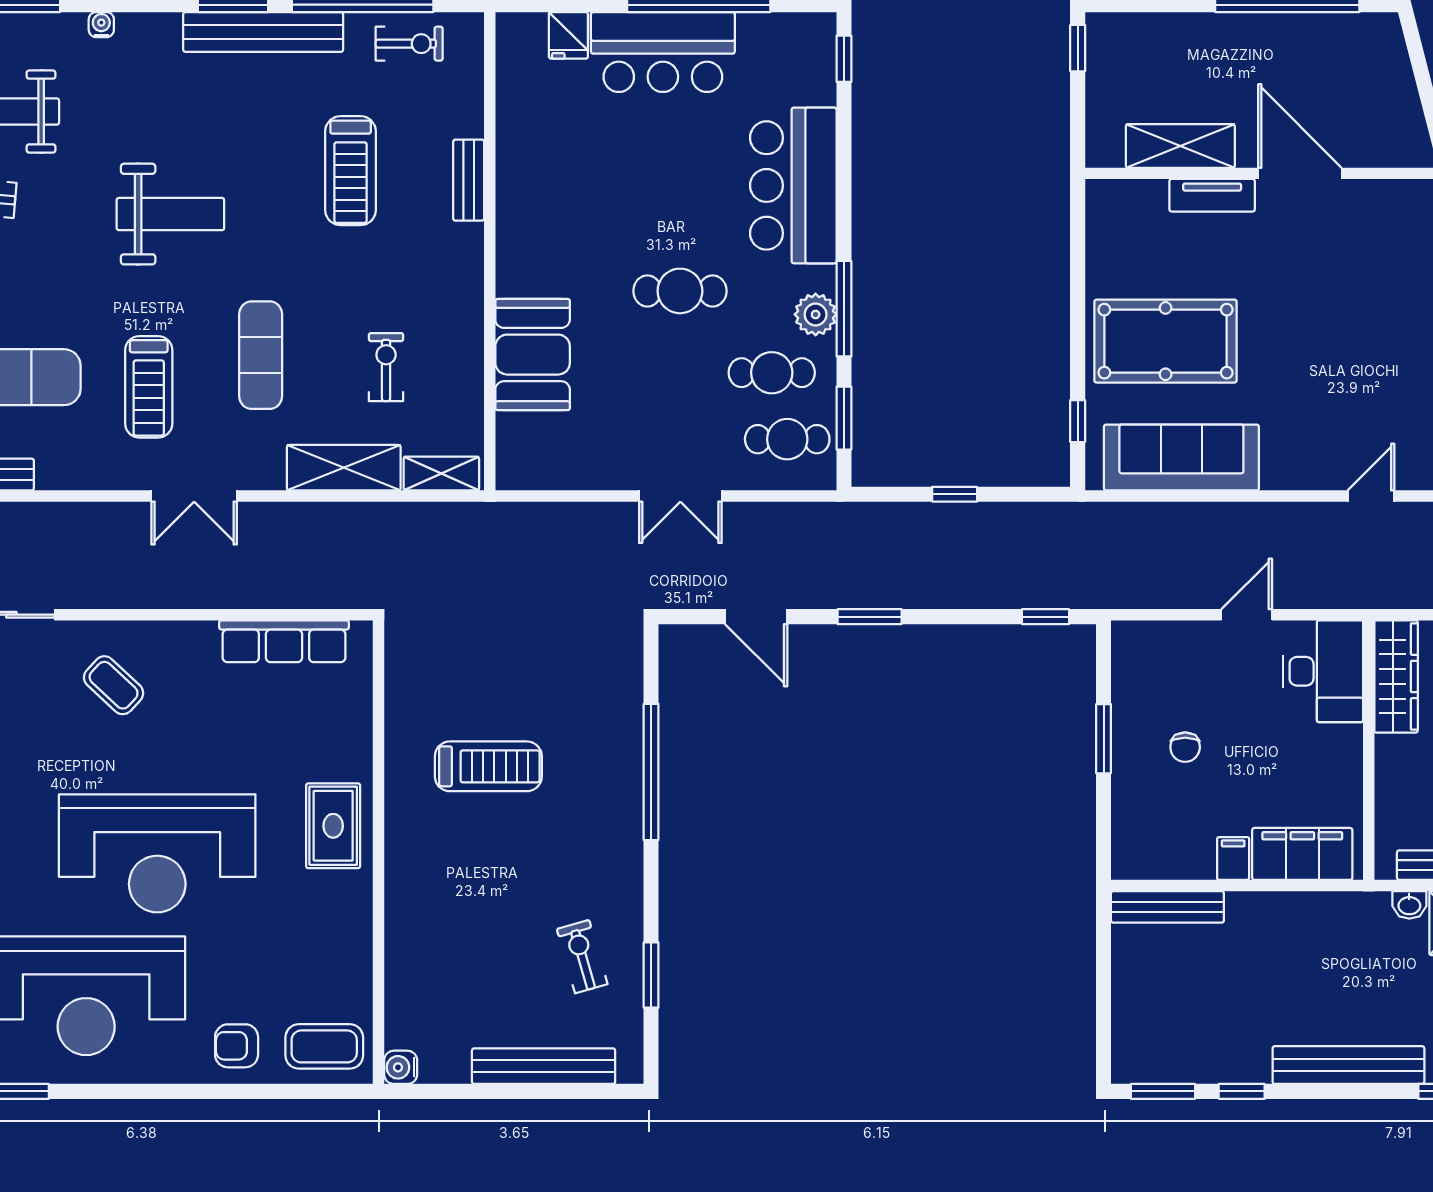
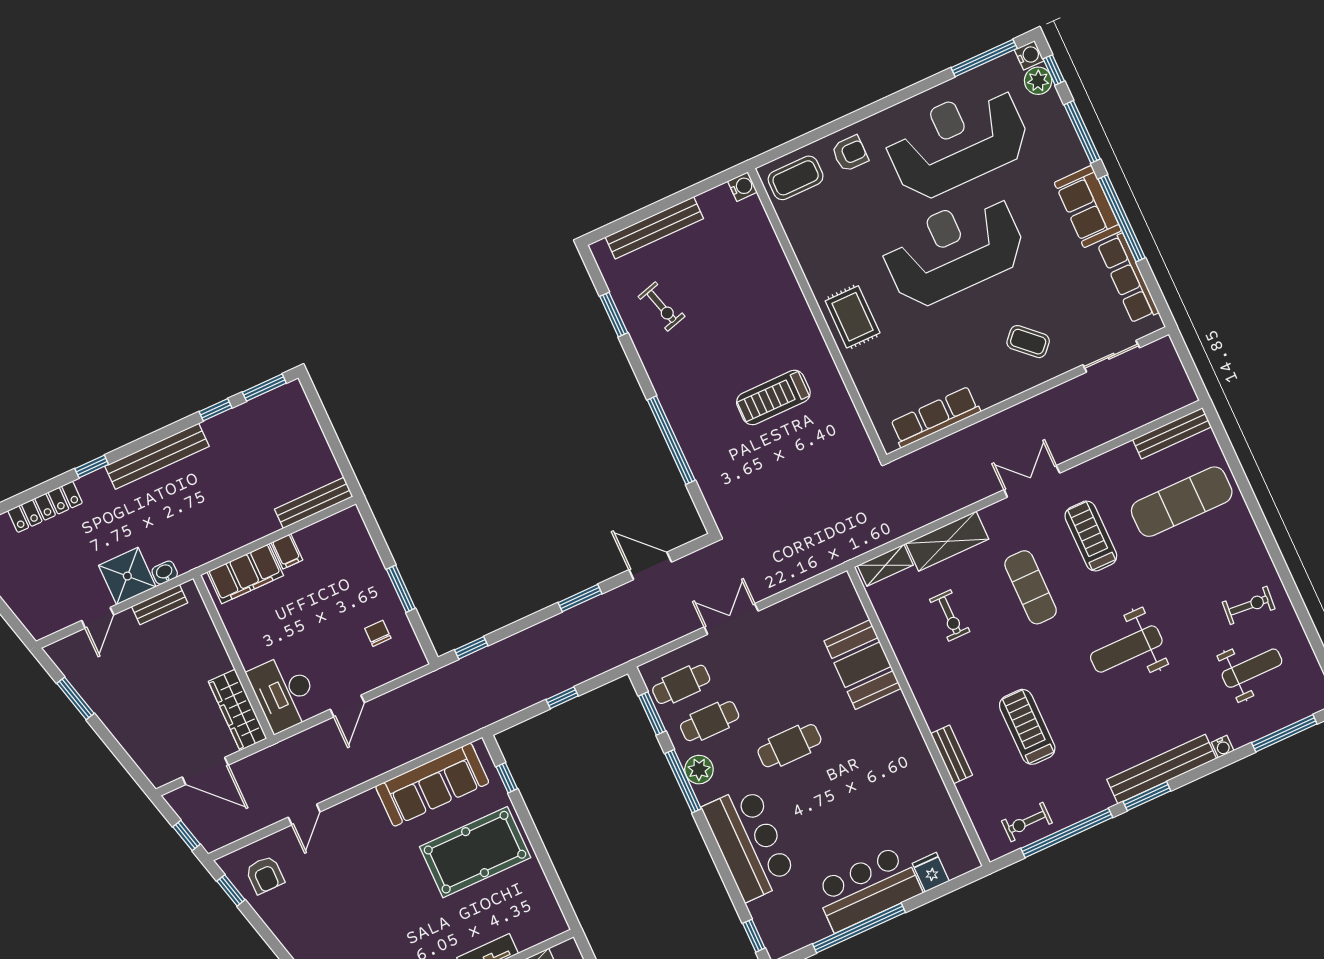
bench: (263, 32) -> (1162, 769), moved
chair: (1185, 747) -> (378, 633), moved

